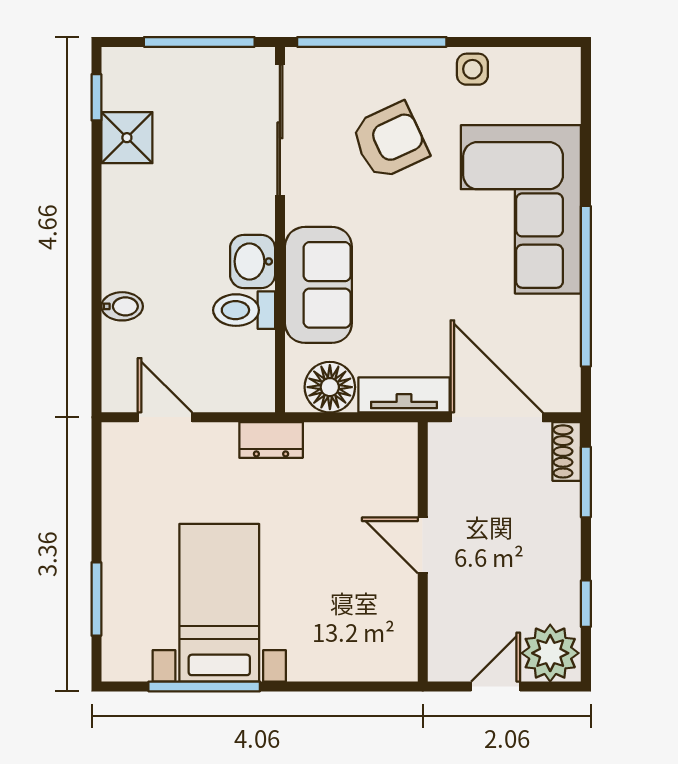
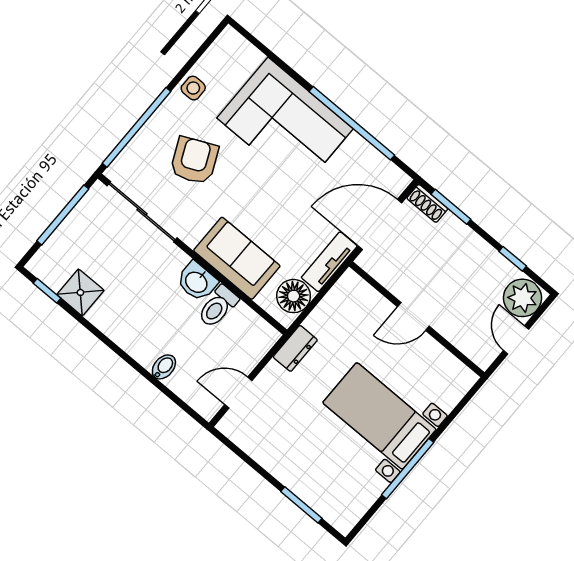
bed with nightstands: (219, 603) -> (379, 416), moved
window: (204, 686) -> (408, 469), moved

